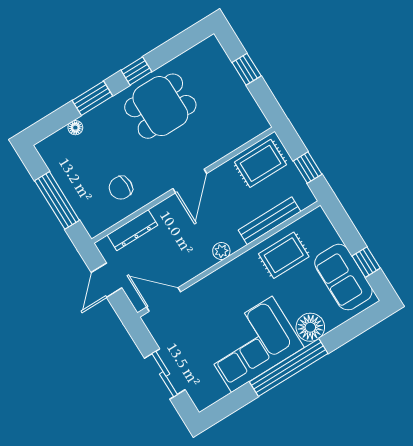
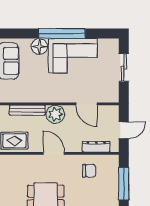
door: (190, 181) -> (54, 153), hinge flipped
plant: (221, 251) -> (55, 114), width x1.88, depth x1.88
rug: (284, 255) -> (31, 89), removed
door: (164, 299) -> (87, 104), moved

